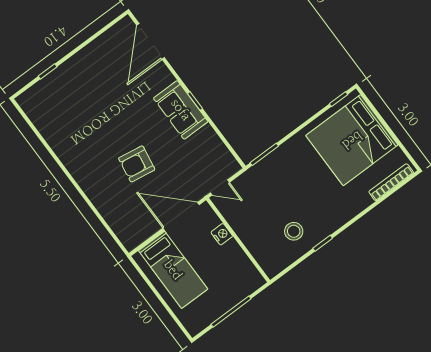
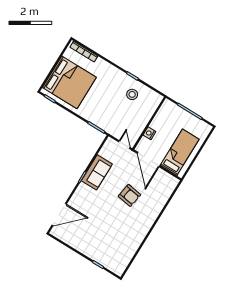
sofa: (181, 110) -> (97, 172), moved

